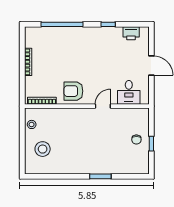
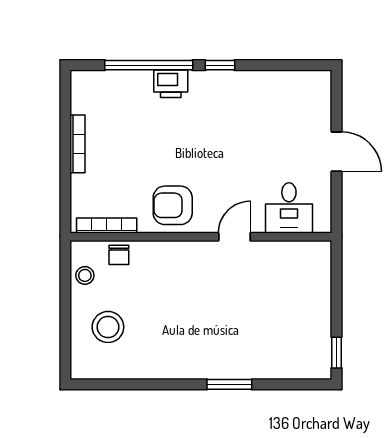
window: (108, 24) -> (220, 65), moved
printer: (131, 33) -> (171, 84), moved
chair: (136, 140) -> (119, 255), moved
window: (151, 144) -> (337, 353), moved

